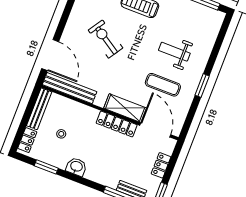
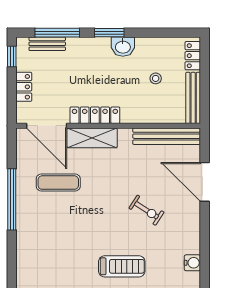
exercise bike: (106, 39) -> (147, 210), width x0.73, depth x0.72
weight bench: (174, 52) -> (60, 227), removed
door: (50, 55) -> (205, 182), moved
window: (202, 86) -> (12, 199), width x2.11
window: (46, 167) -> (109, 33), moved

